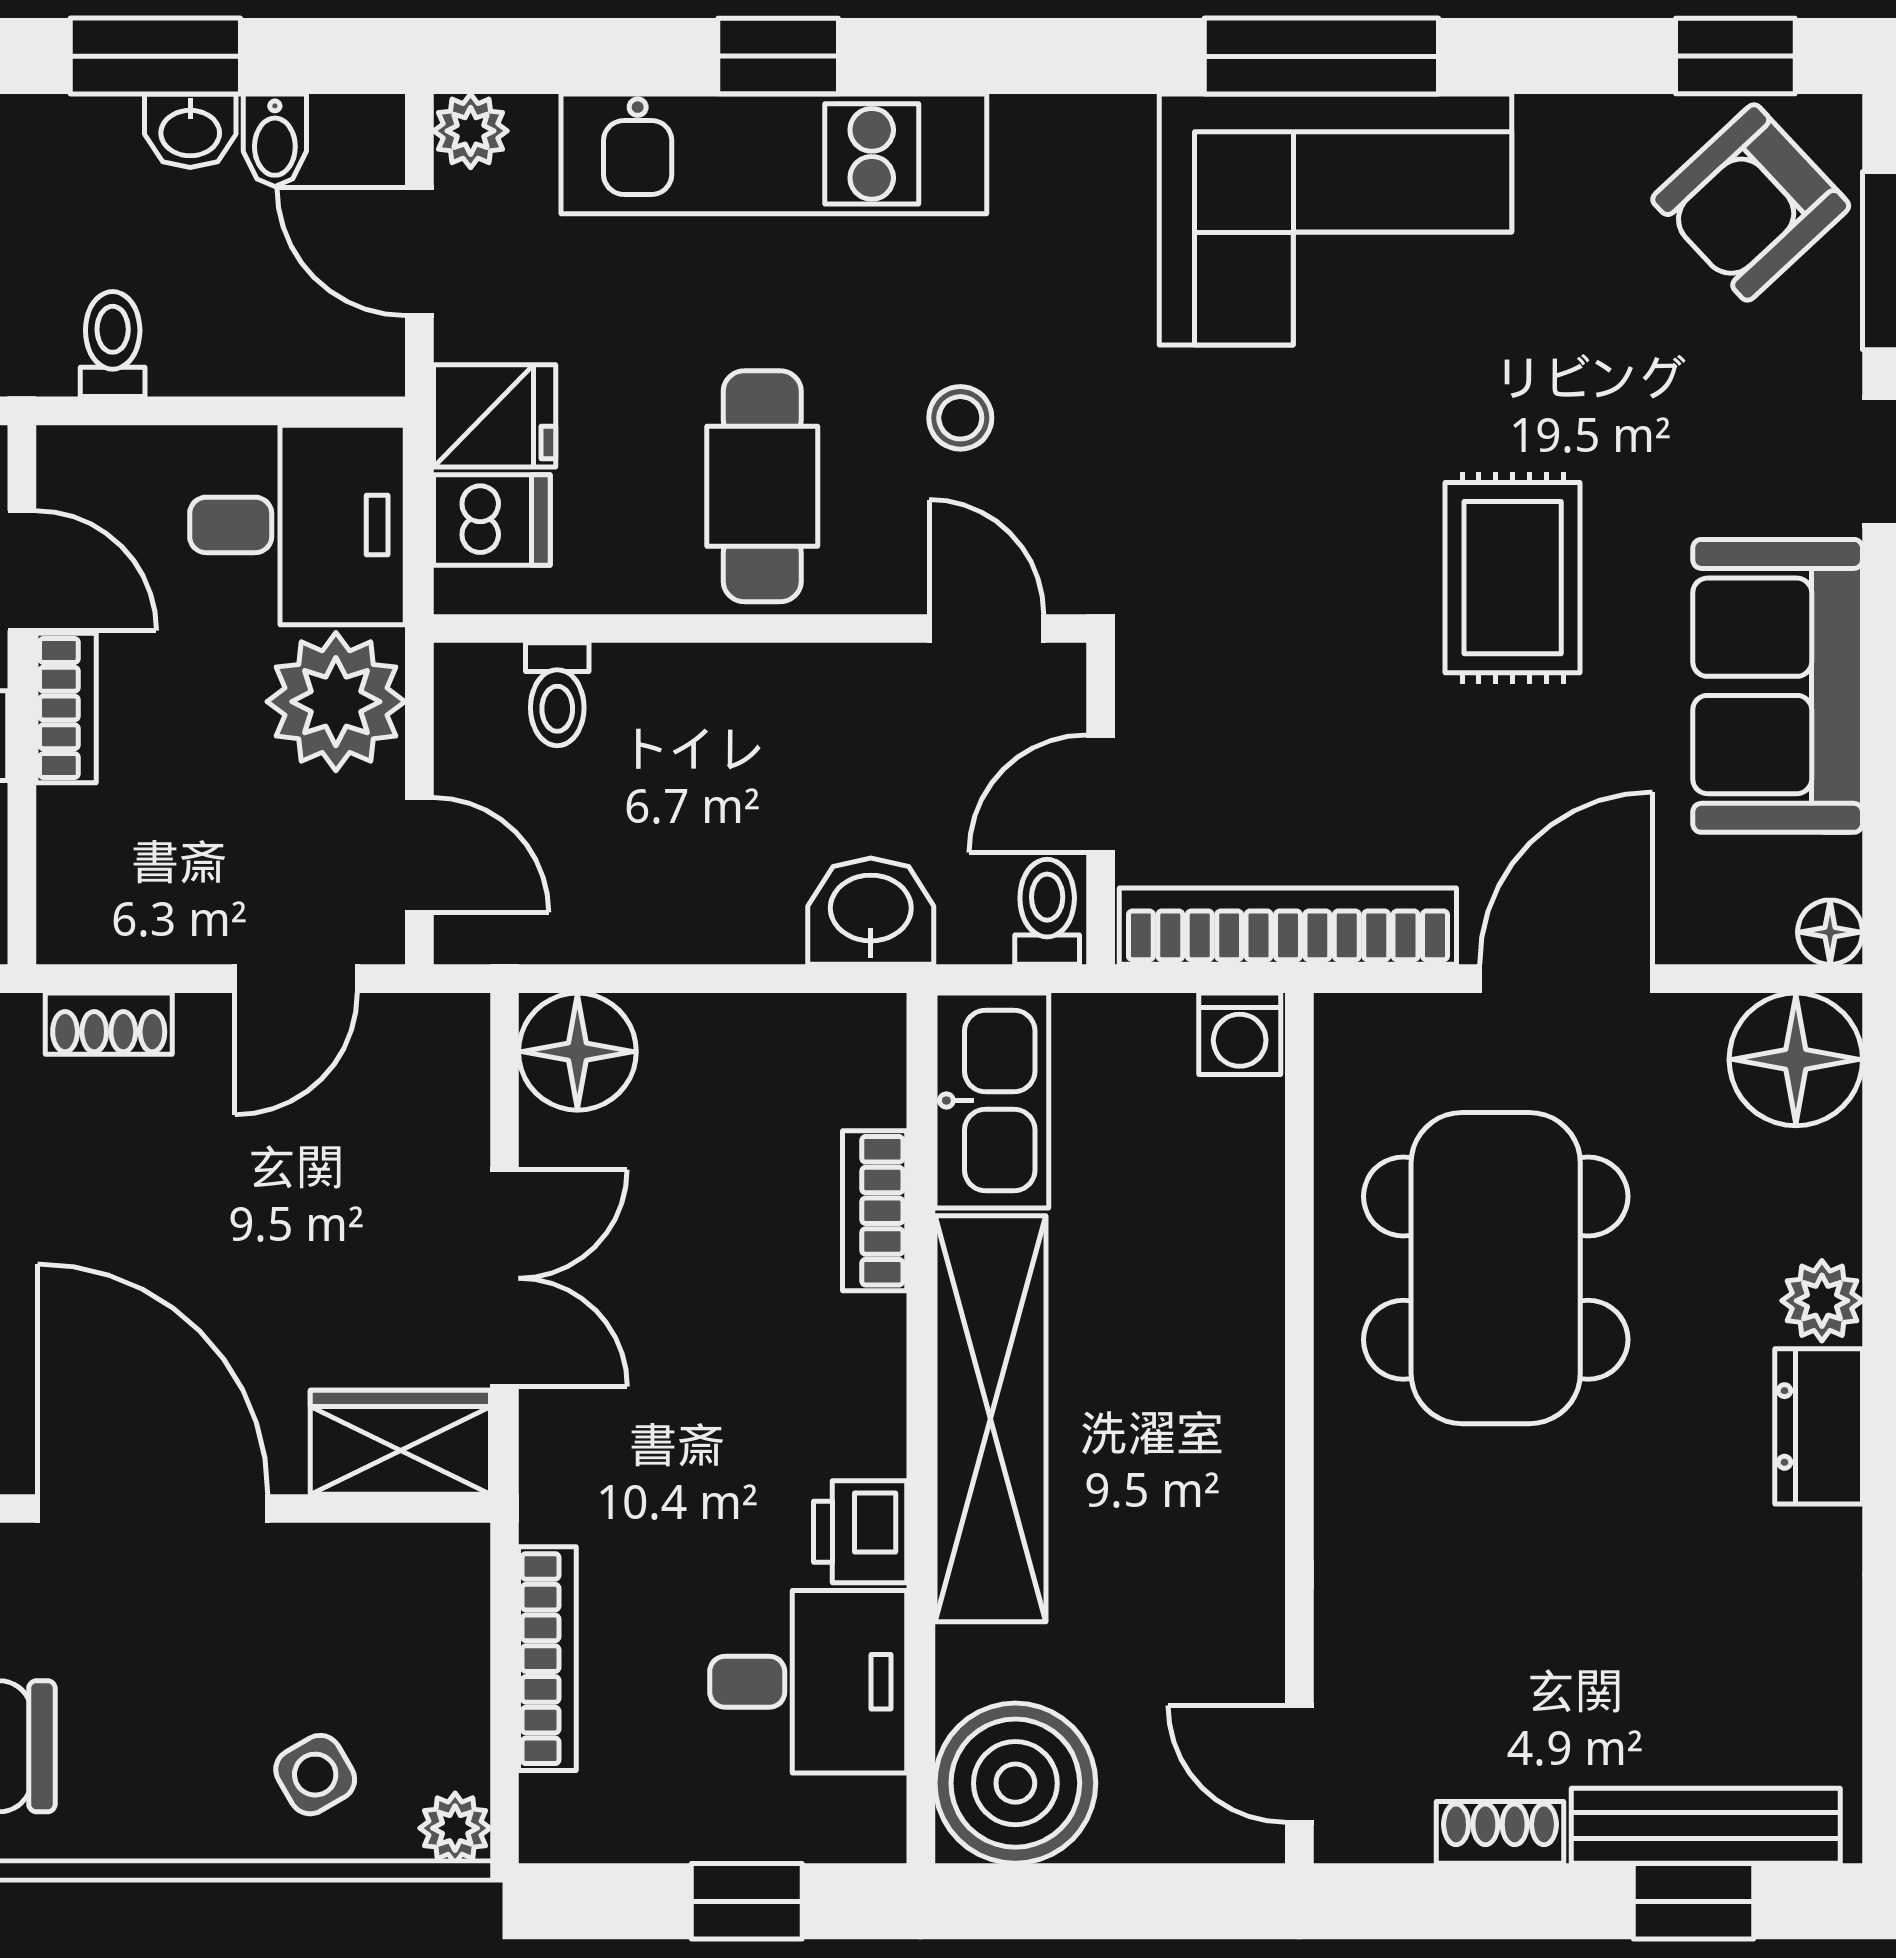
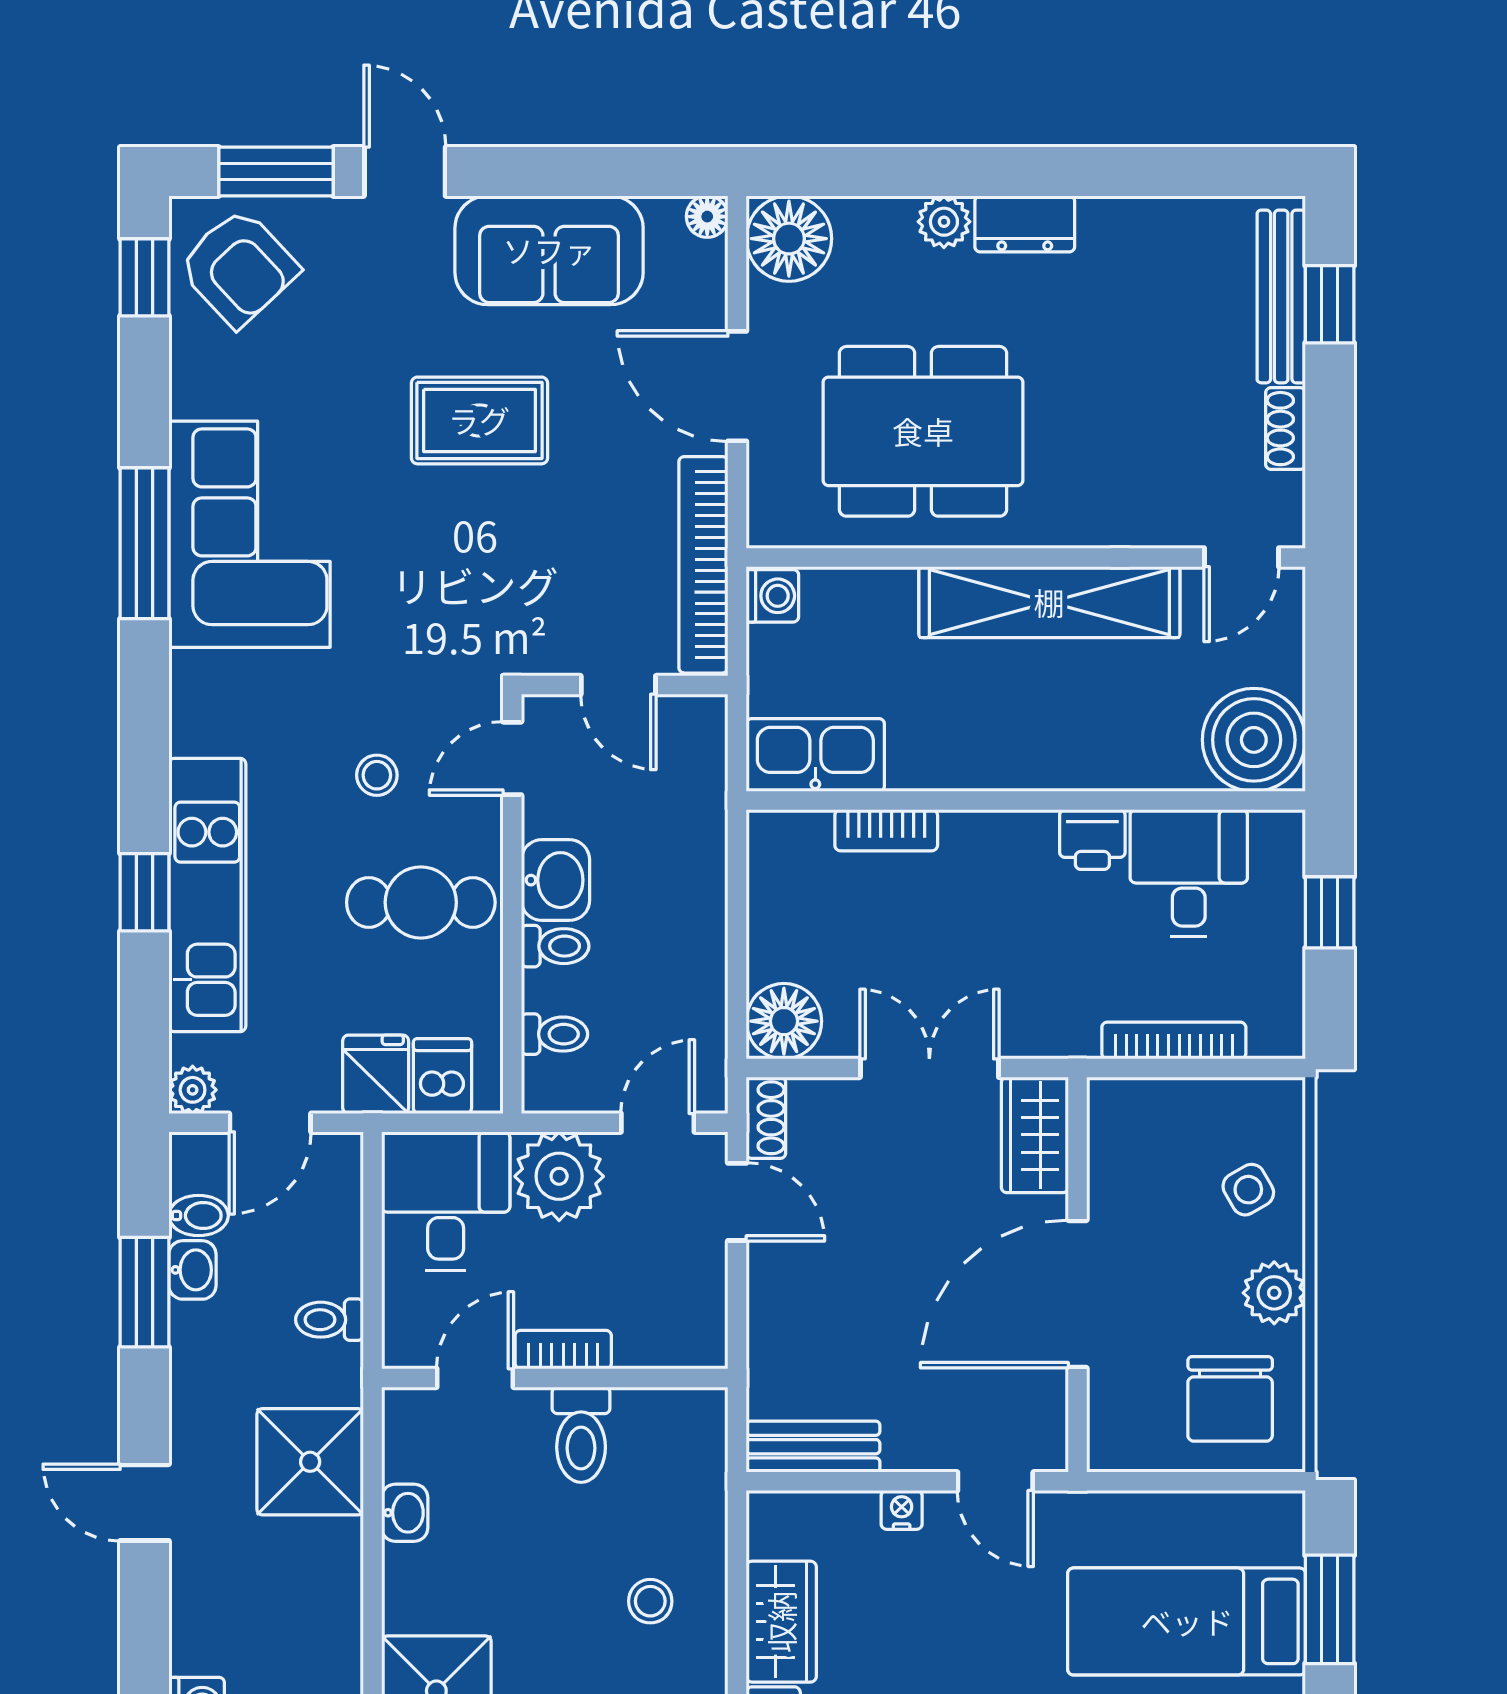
washbasin: (871, 911) -> (556, 880), moved, turned 180
toilet: (1047, 912) -> (555, 946), moved, turned 180
shoe rack: (109, 1024) -> (766, 1118), moved
shelving: (990, 1419) -> (1049, 602), moved
plant: (455, 1828) -> (1274, 1293), moved, width x1.38, depth x1.38

